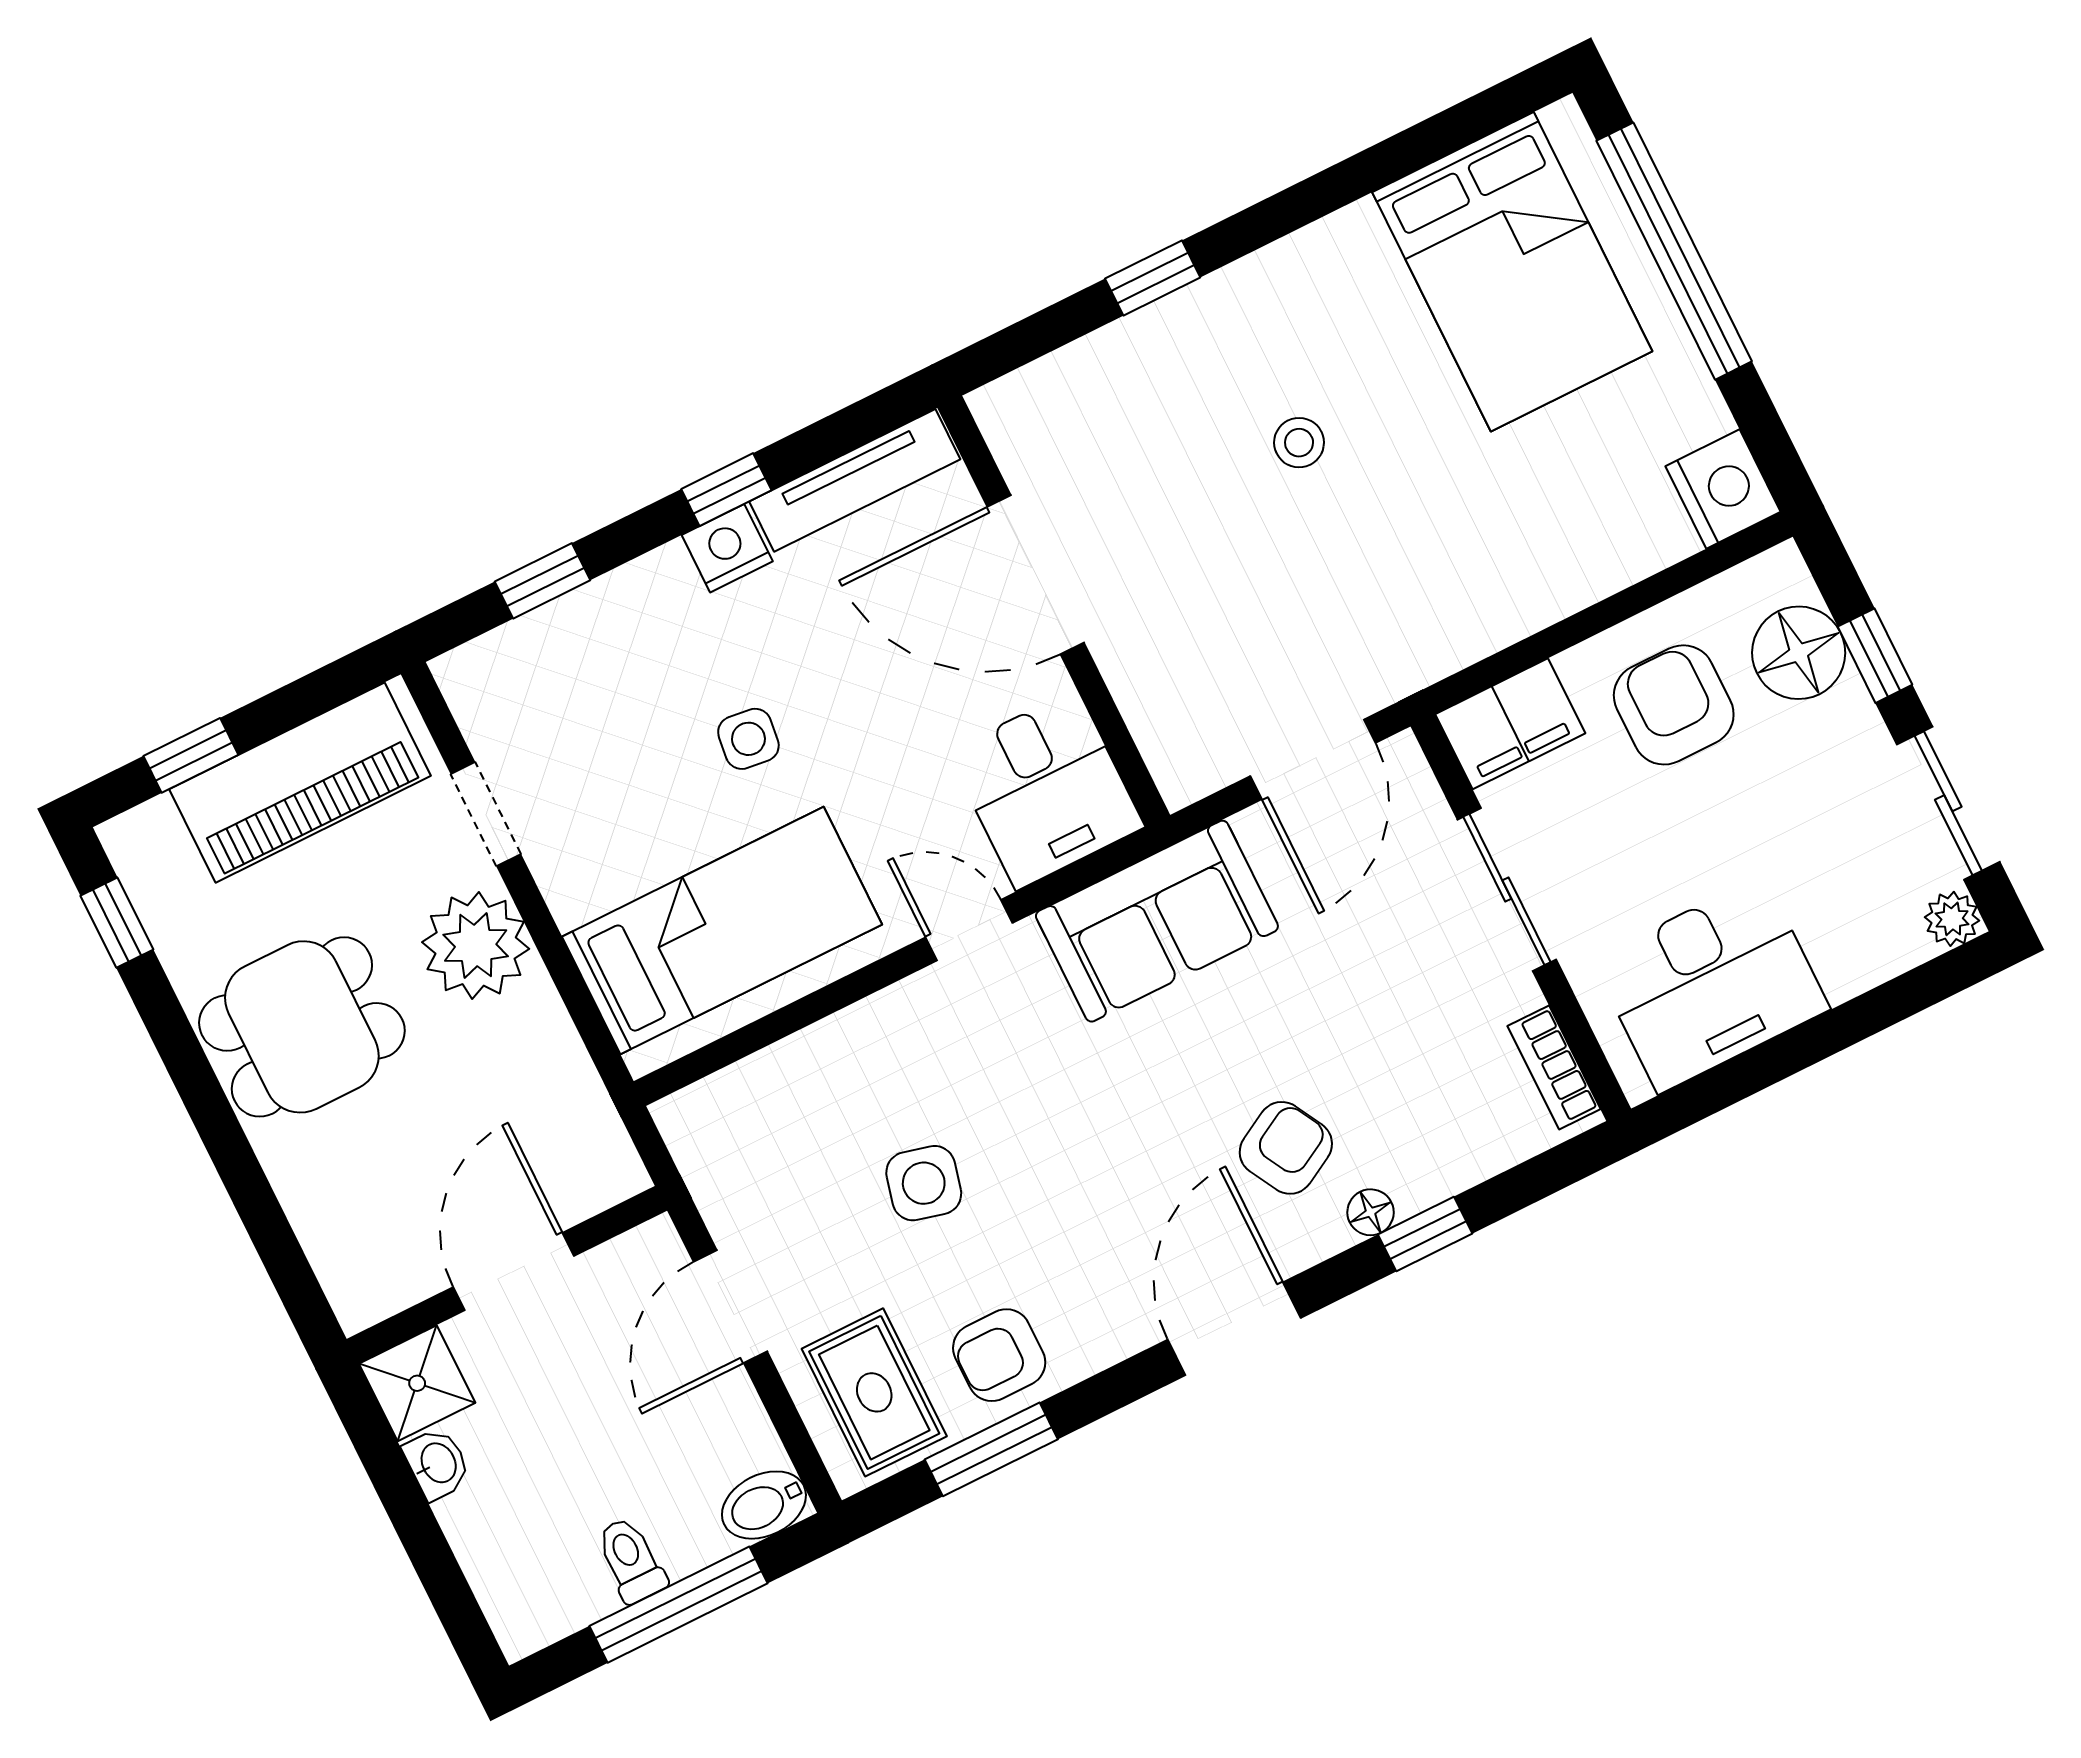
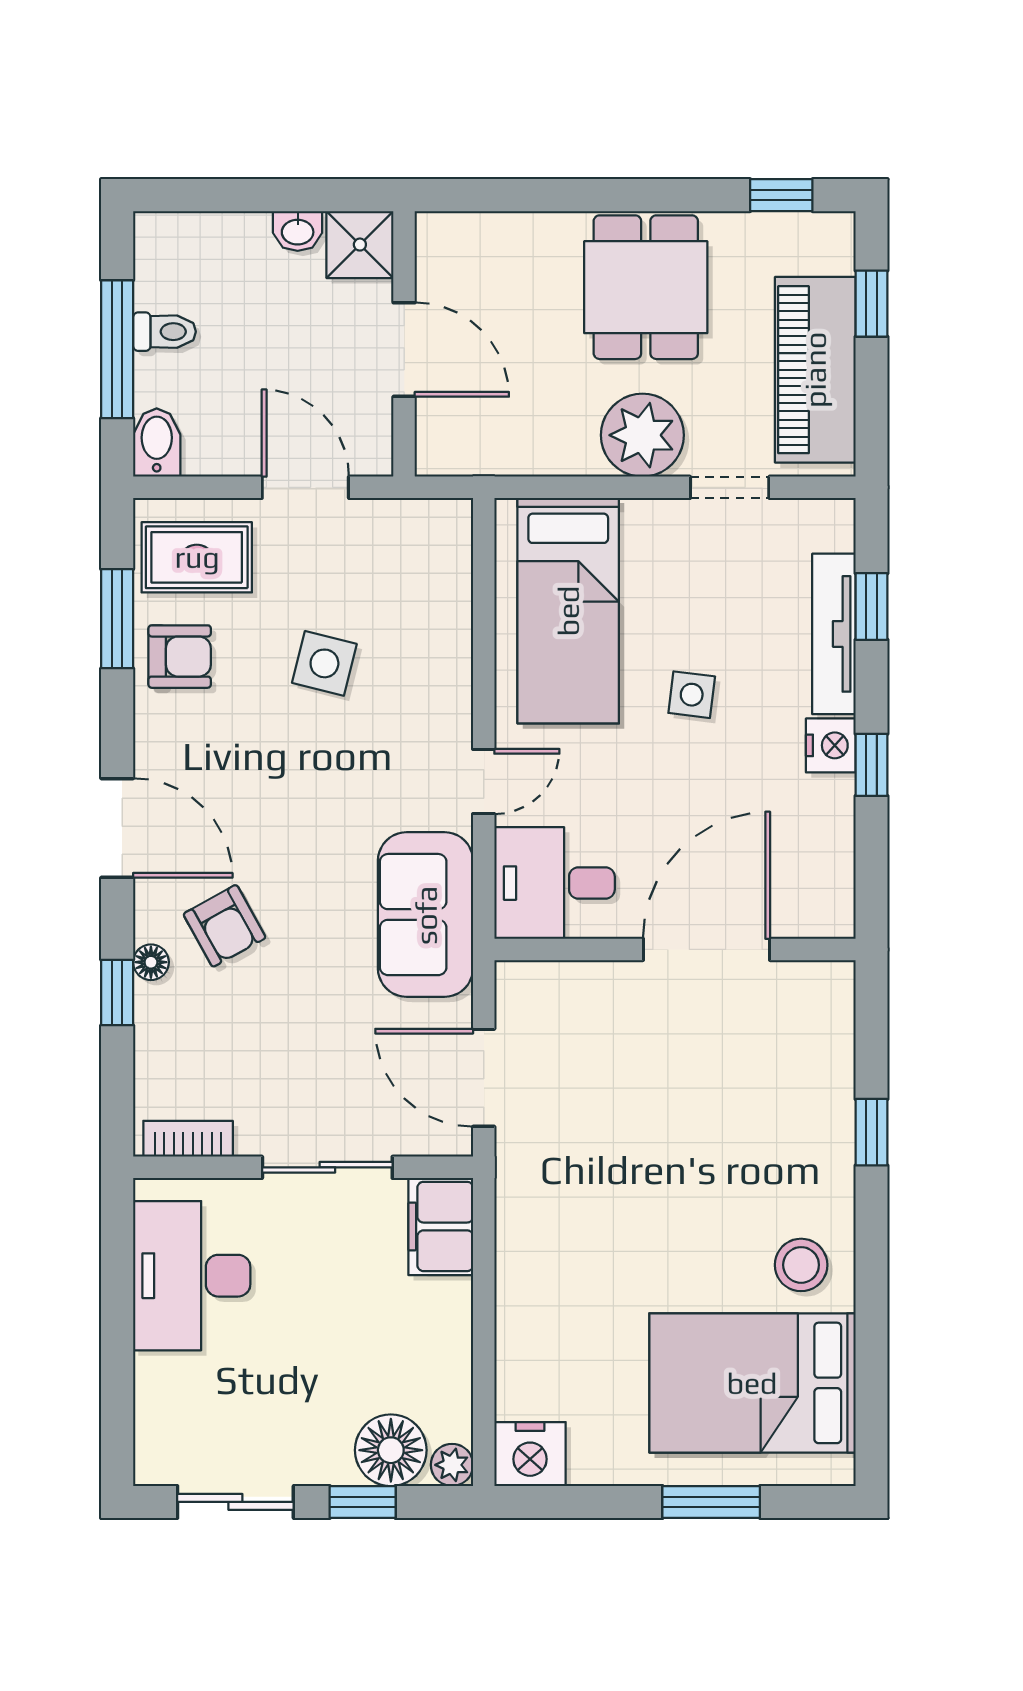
window: (1674, 251) -> (711, 1502), width x0.47
stool: (1299, 443) -> (801, 1265), moved, width x1.37, depth x1.37
tv unit: (855, 480) -> (834, 634), moved
armchair: (1674, 705) -> (398, 1346), removed
plant: (1952, 919) -> (452, 1465), moved
armchair: (999, 1355) -> (180, 657), turned 90

